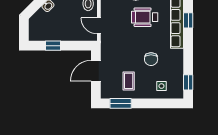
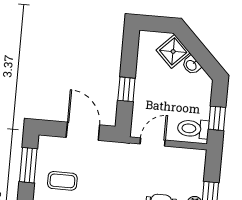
shower: (40, 18) -> (173, 51), added
window: (53, 46) -> (126, 89), moved

